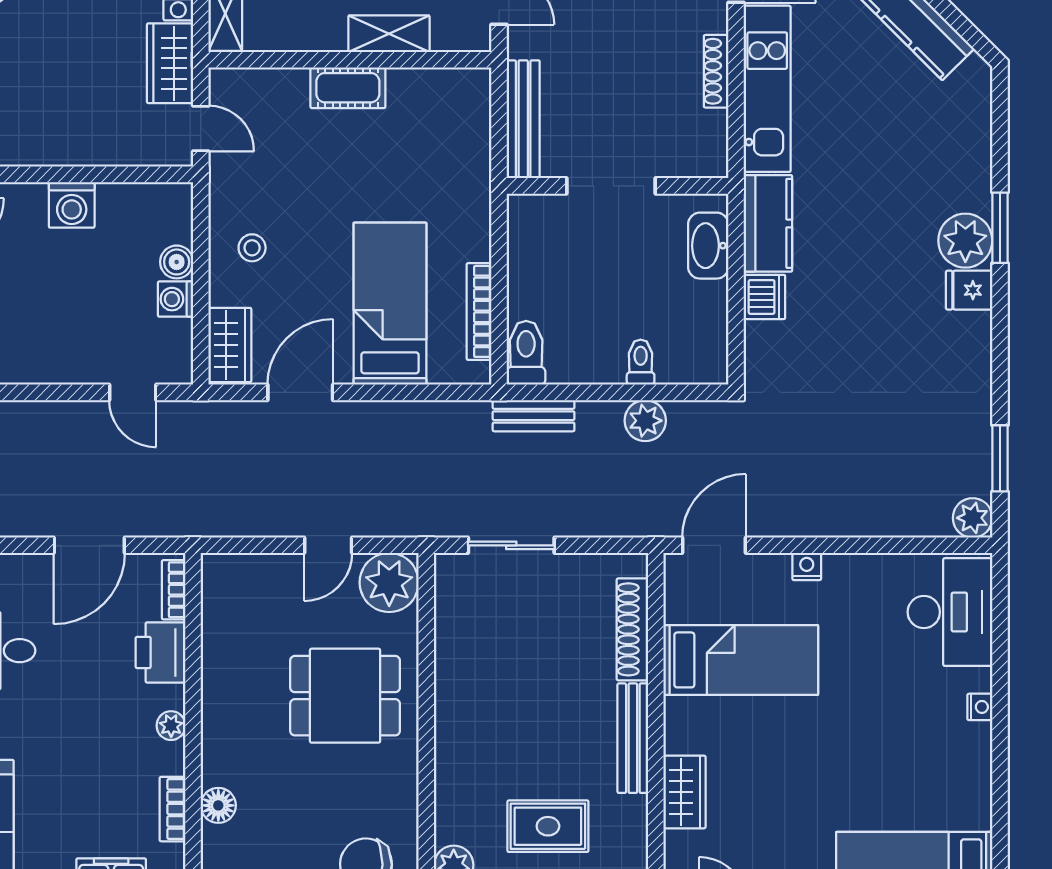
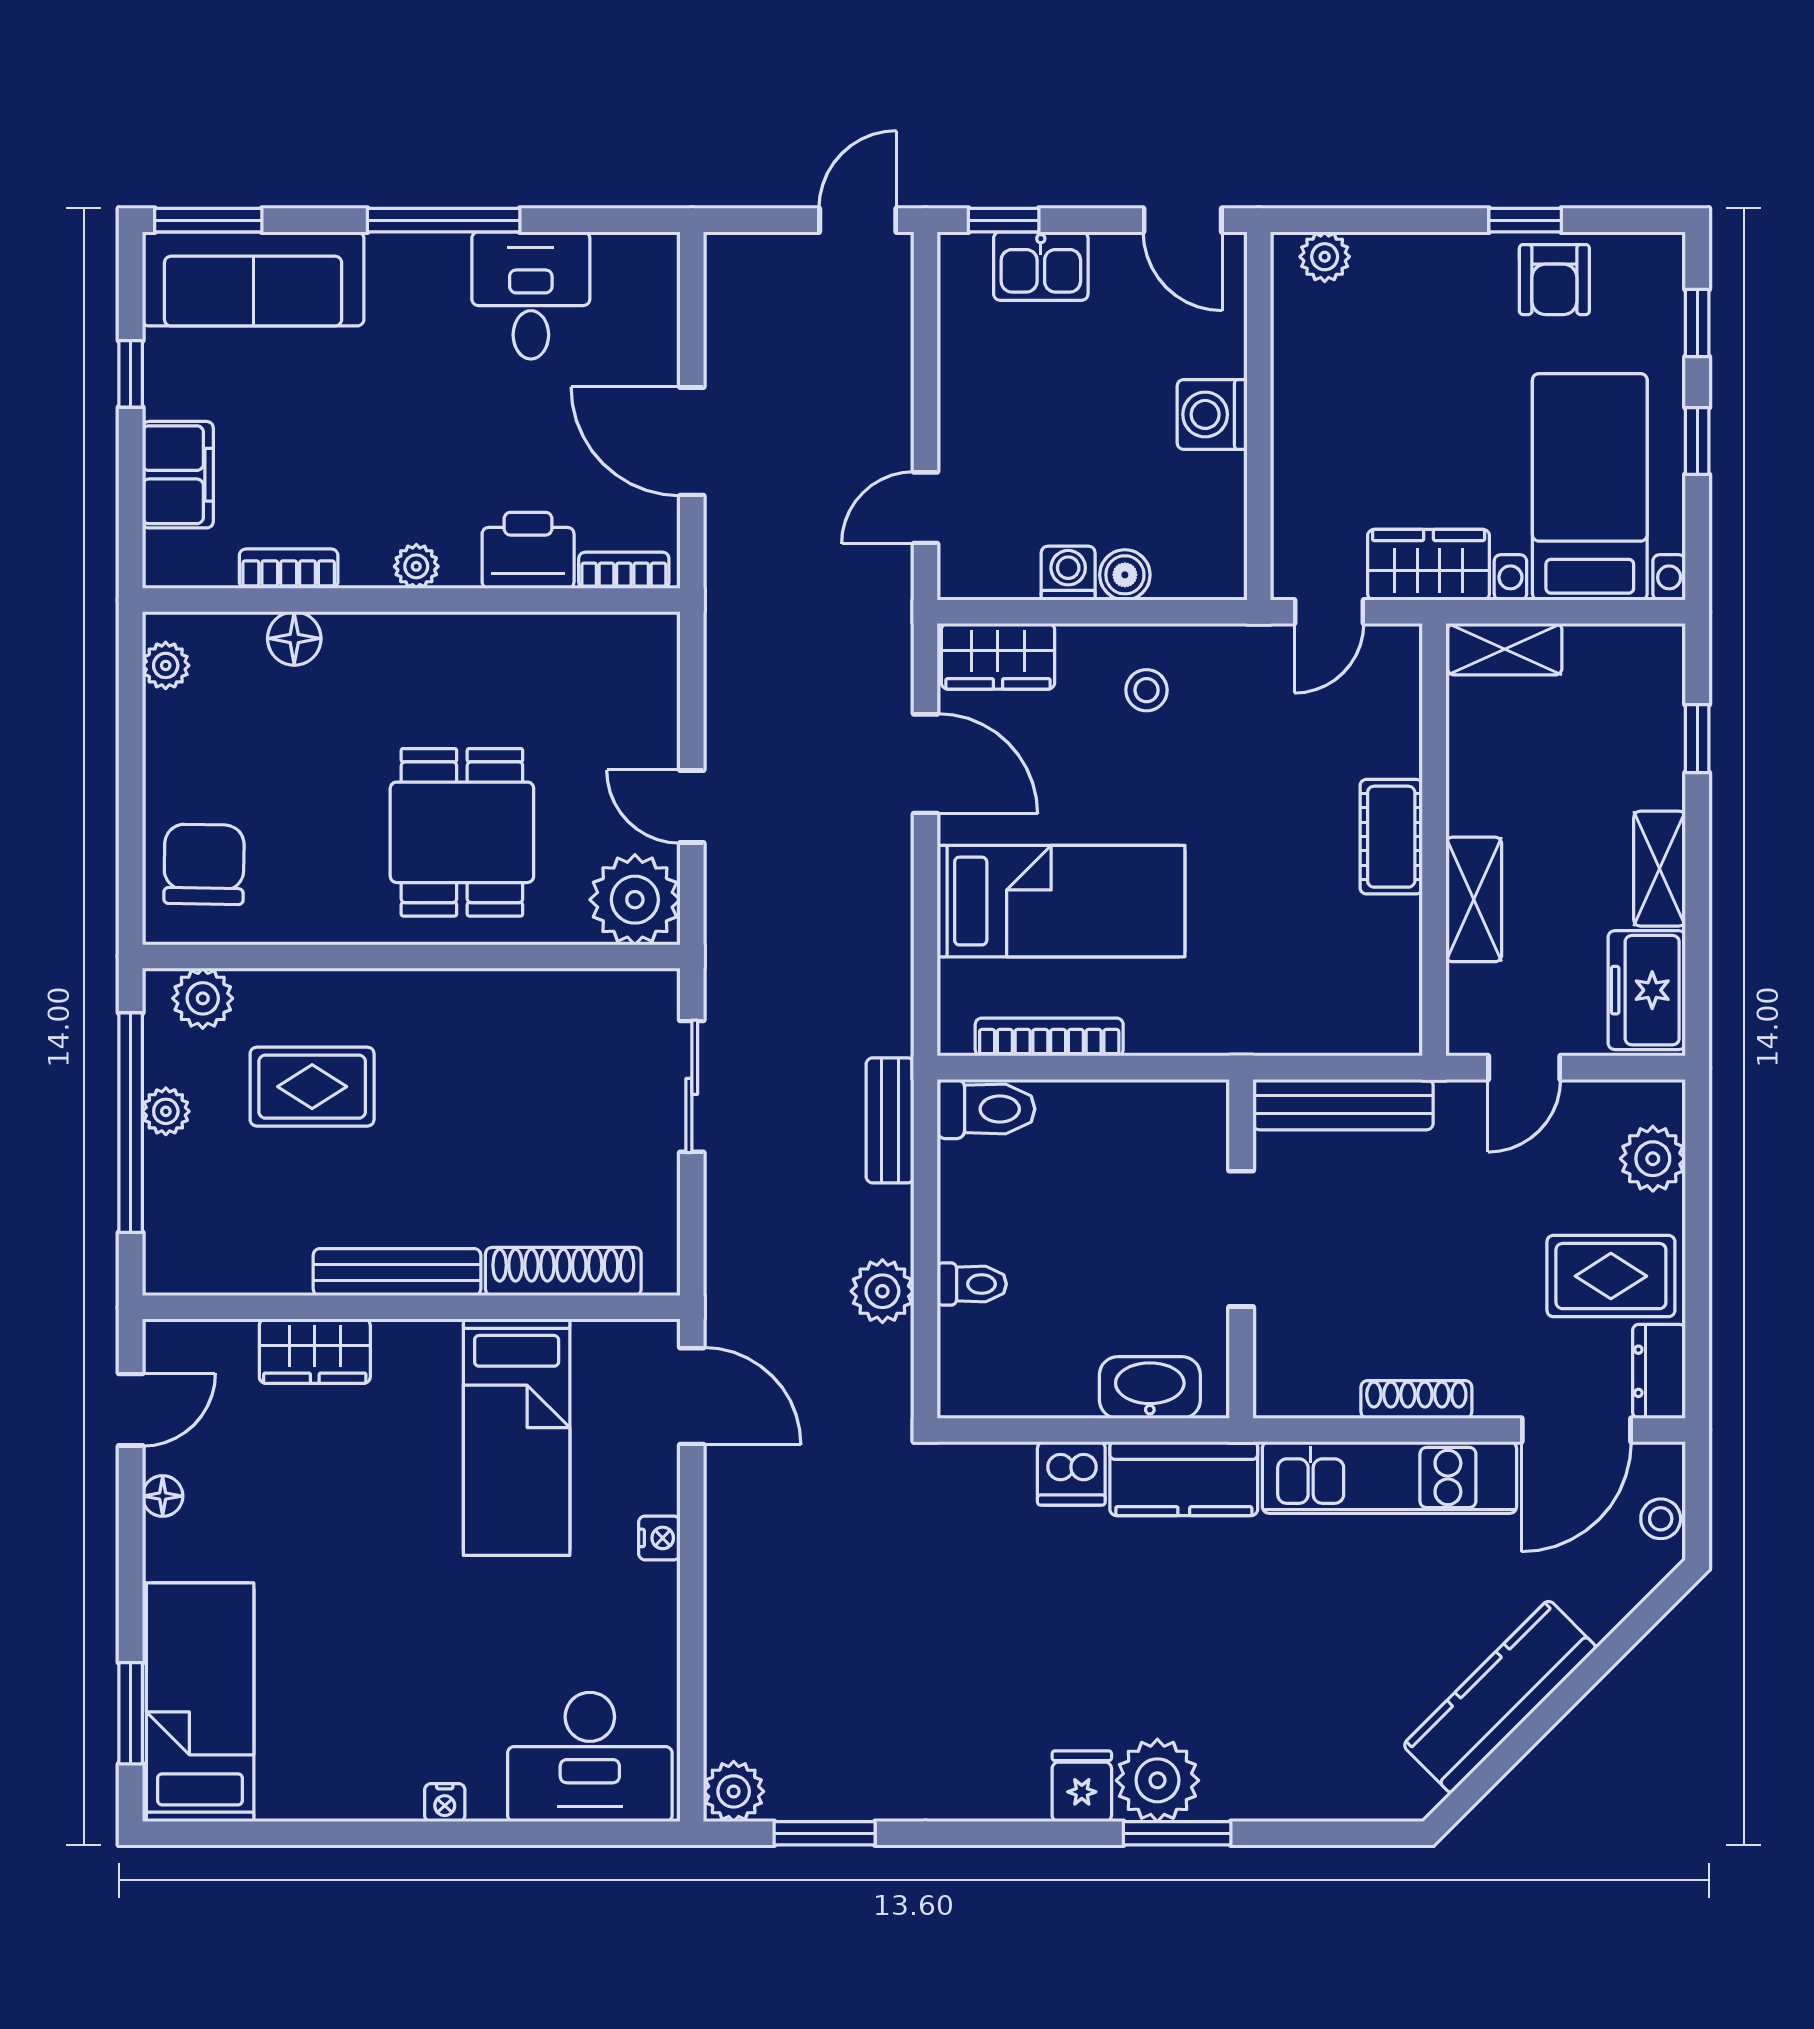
rug: (548, 826) -> (312, 1087), moved, turned 90

